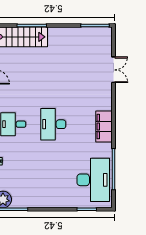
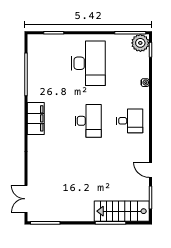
double door: (113, 70) -> (26, 199), moved
desk: (93, 180) -> (88, 63), moved, turned 180

